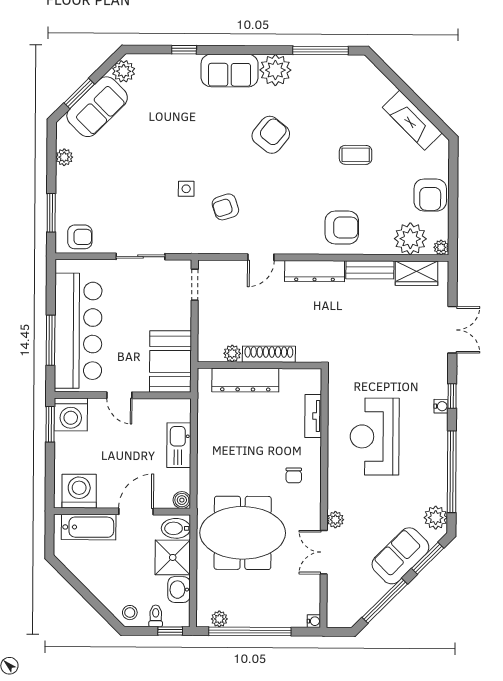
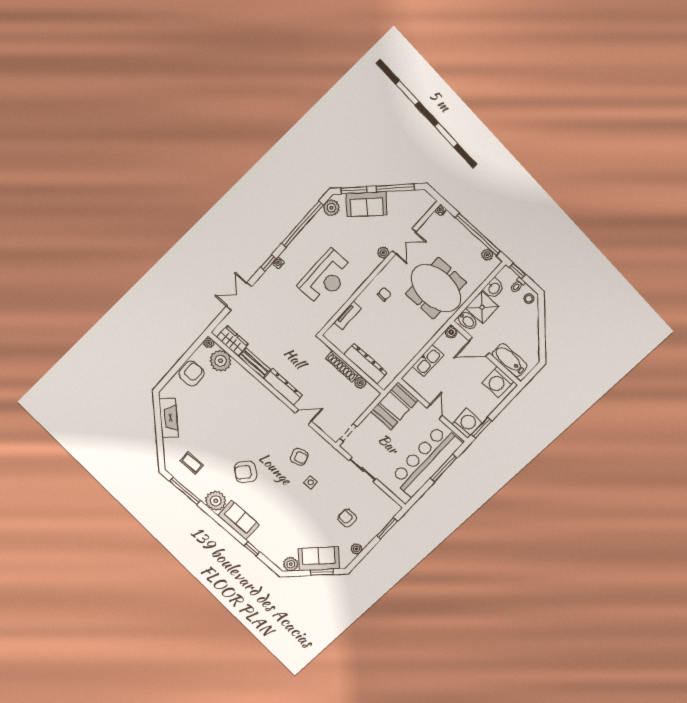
coffee table: (356, 155) -> (192, 463), moved
armchair: (342, 228) -> (250, 396), removed
armchair: (80, 237) -> (347, 518), moved

